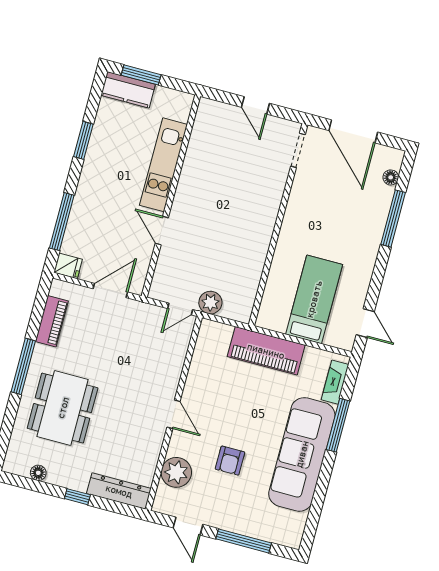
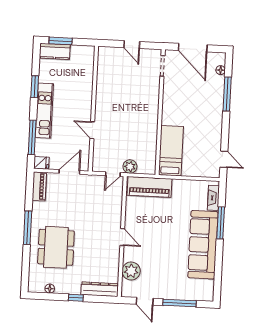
kitchen unit: (163, 165) -> (44, 111), moved, turned 180
bed: (314, 299) -> (171, 151), moved
piano: (52, 321) -> (39, 186), moved
piano: (266, 351) -> (149, 187), moved
armchair: (230, 461) -> (161, 257), removed

